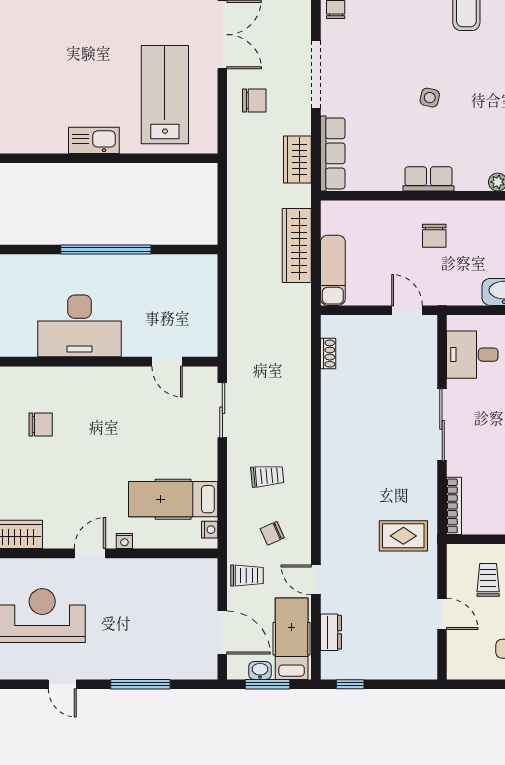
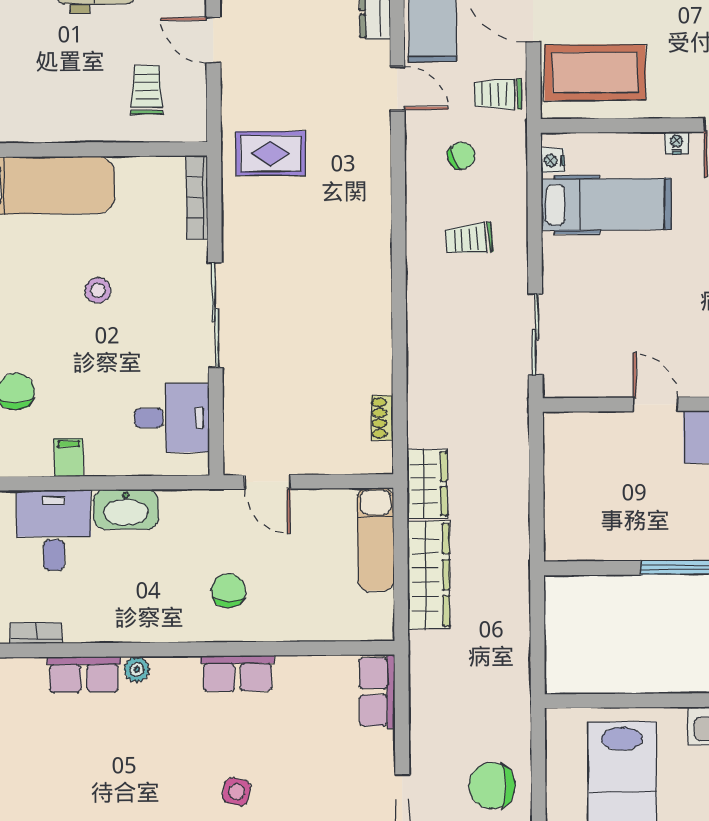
chair: (254, 100) -> (492, 786), width x1.37, depth x1.37
row of seats: (333, 153) -> (377, 692), width x0.68
wardrobe: (297, 160) -> (427, 484), moved
door: (167, 362) -> (656, 404), moved
trolley: (488, 580) -> (147, 90), turned 180
coffee table: (180, 590) -> (595, 72), added

